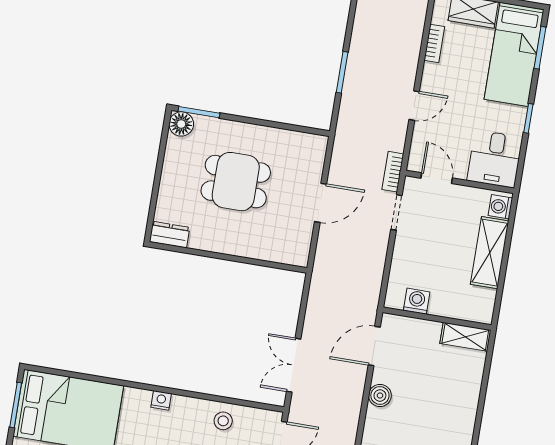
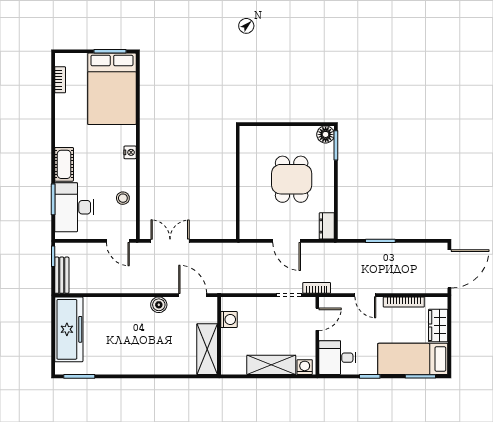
bookcase: (434, 43) -> (404, 302), width x1.56
dresser: (170, 235) -> (327, 226), moved, turned 180
shelving: (465, 337) -> (207, 349), width x1.50, depth x1.33

